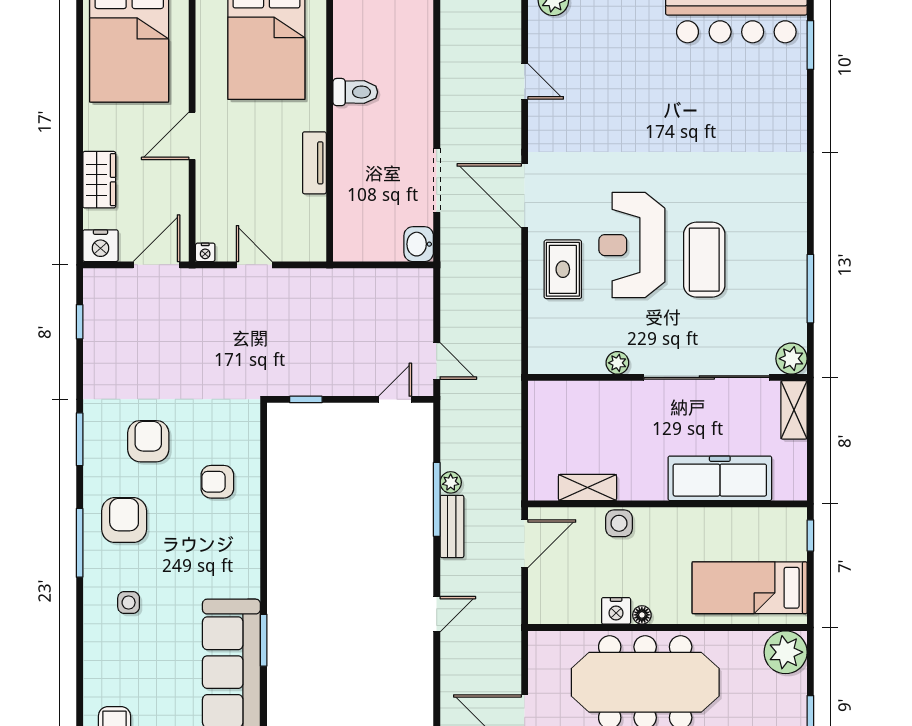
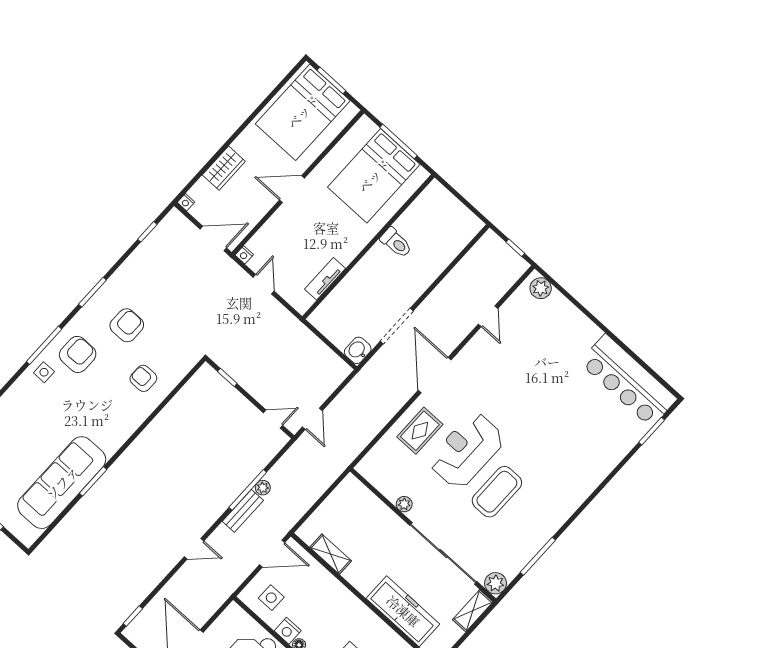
tv unit: (314, 163) -> (325, 279), moved
nightstand: (100, 246) -> (186, 202), width x0.53, depth x0.56
side table: (619, 523) -> (271, 598), moved
side table: (129, 603) -> (44, 372), moved

